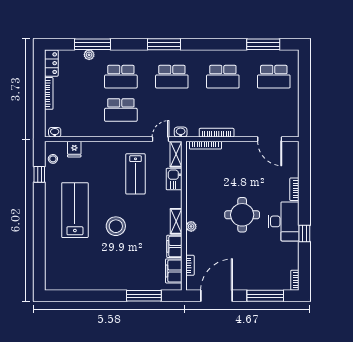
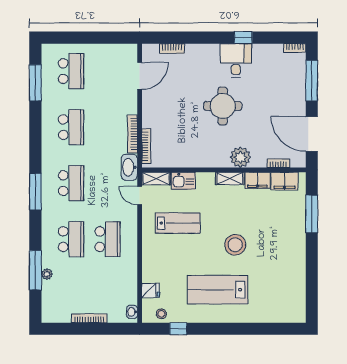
locker: (51, 63) -> (56, 316), removed
washbasin: (181, 132) -> (129, 167), width x1.91, depth x1.45
bookcase: (294, 189) -> (172, 49), moved
desk: (284, 221) -> (236, 60), width x0.73
plant: (191, 226) -> (240, 157), width x1.88, depth x1.88

